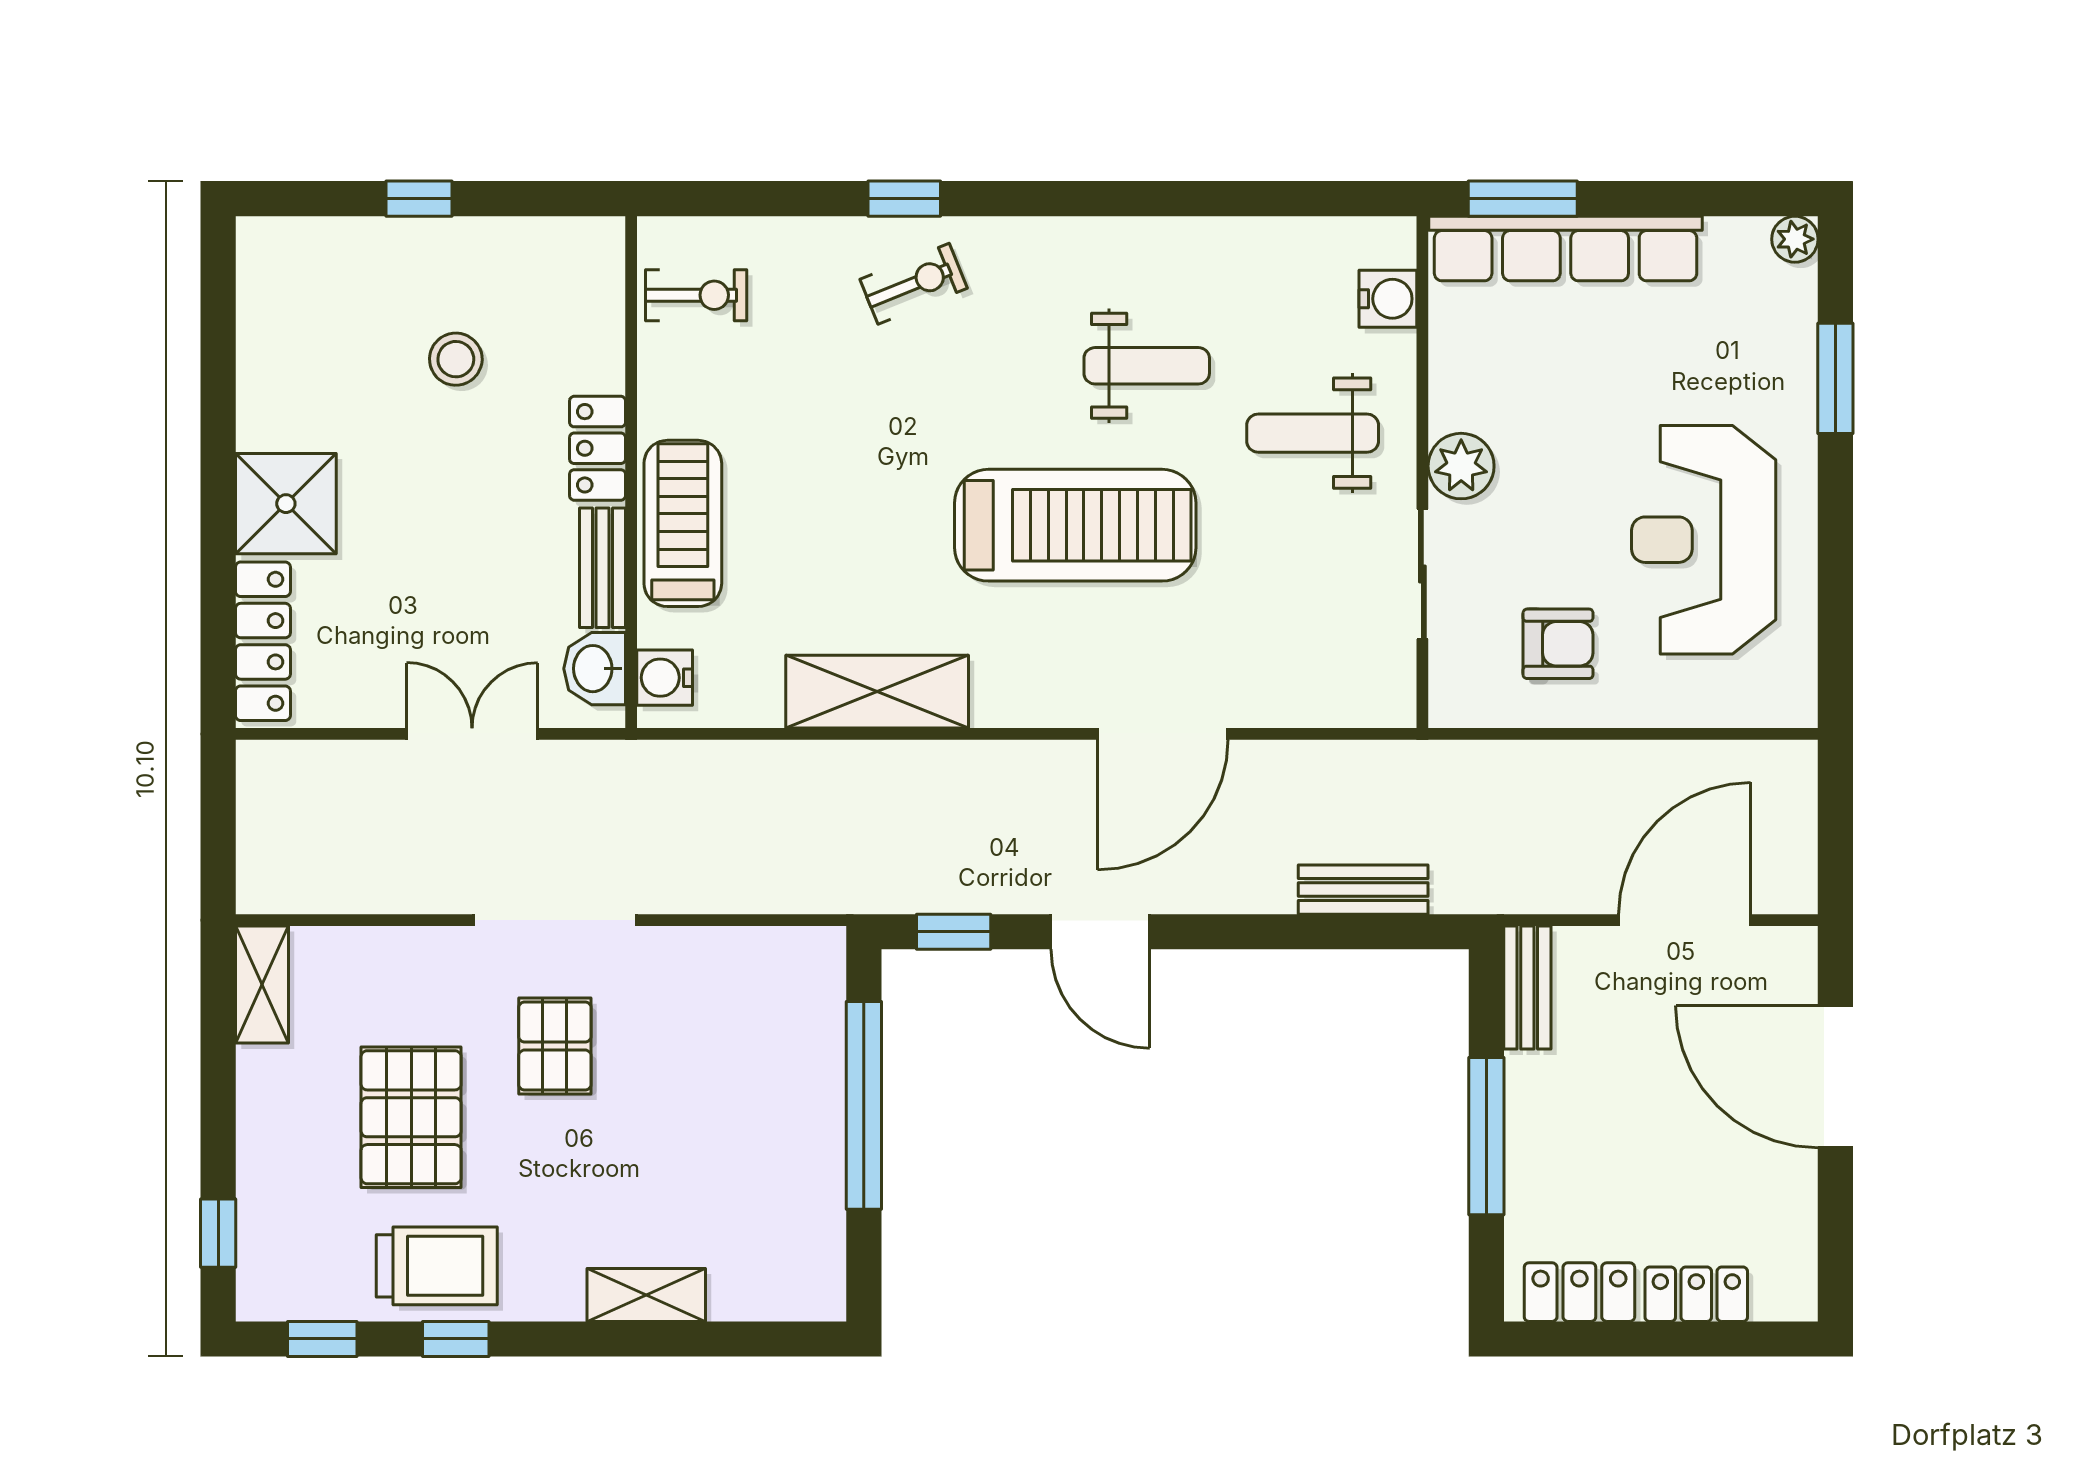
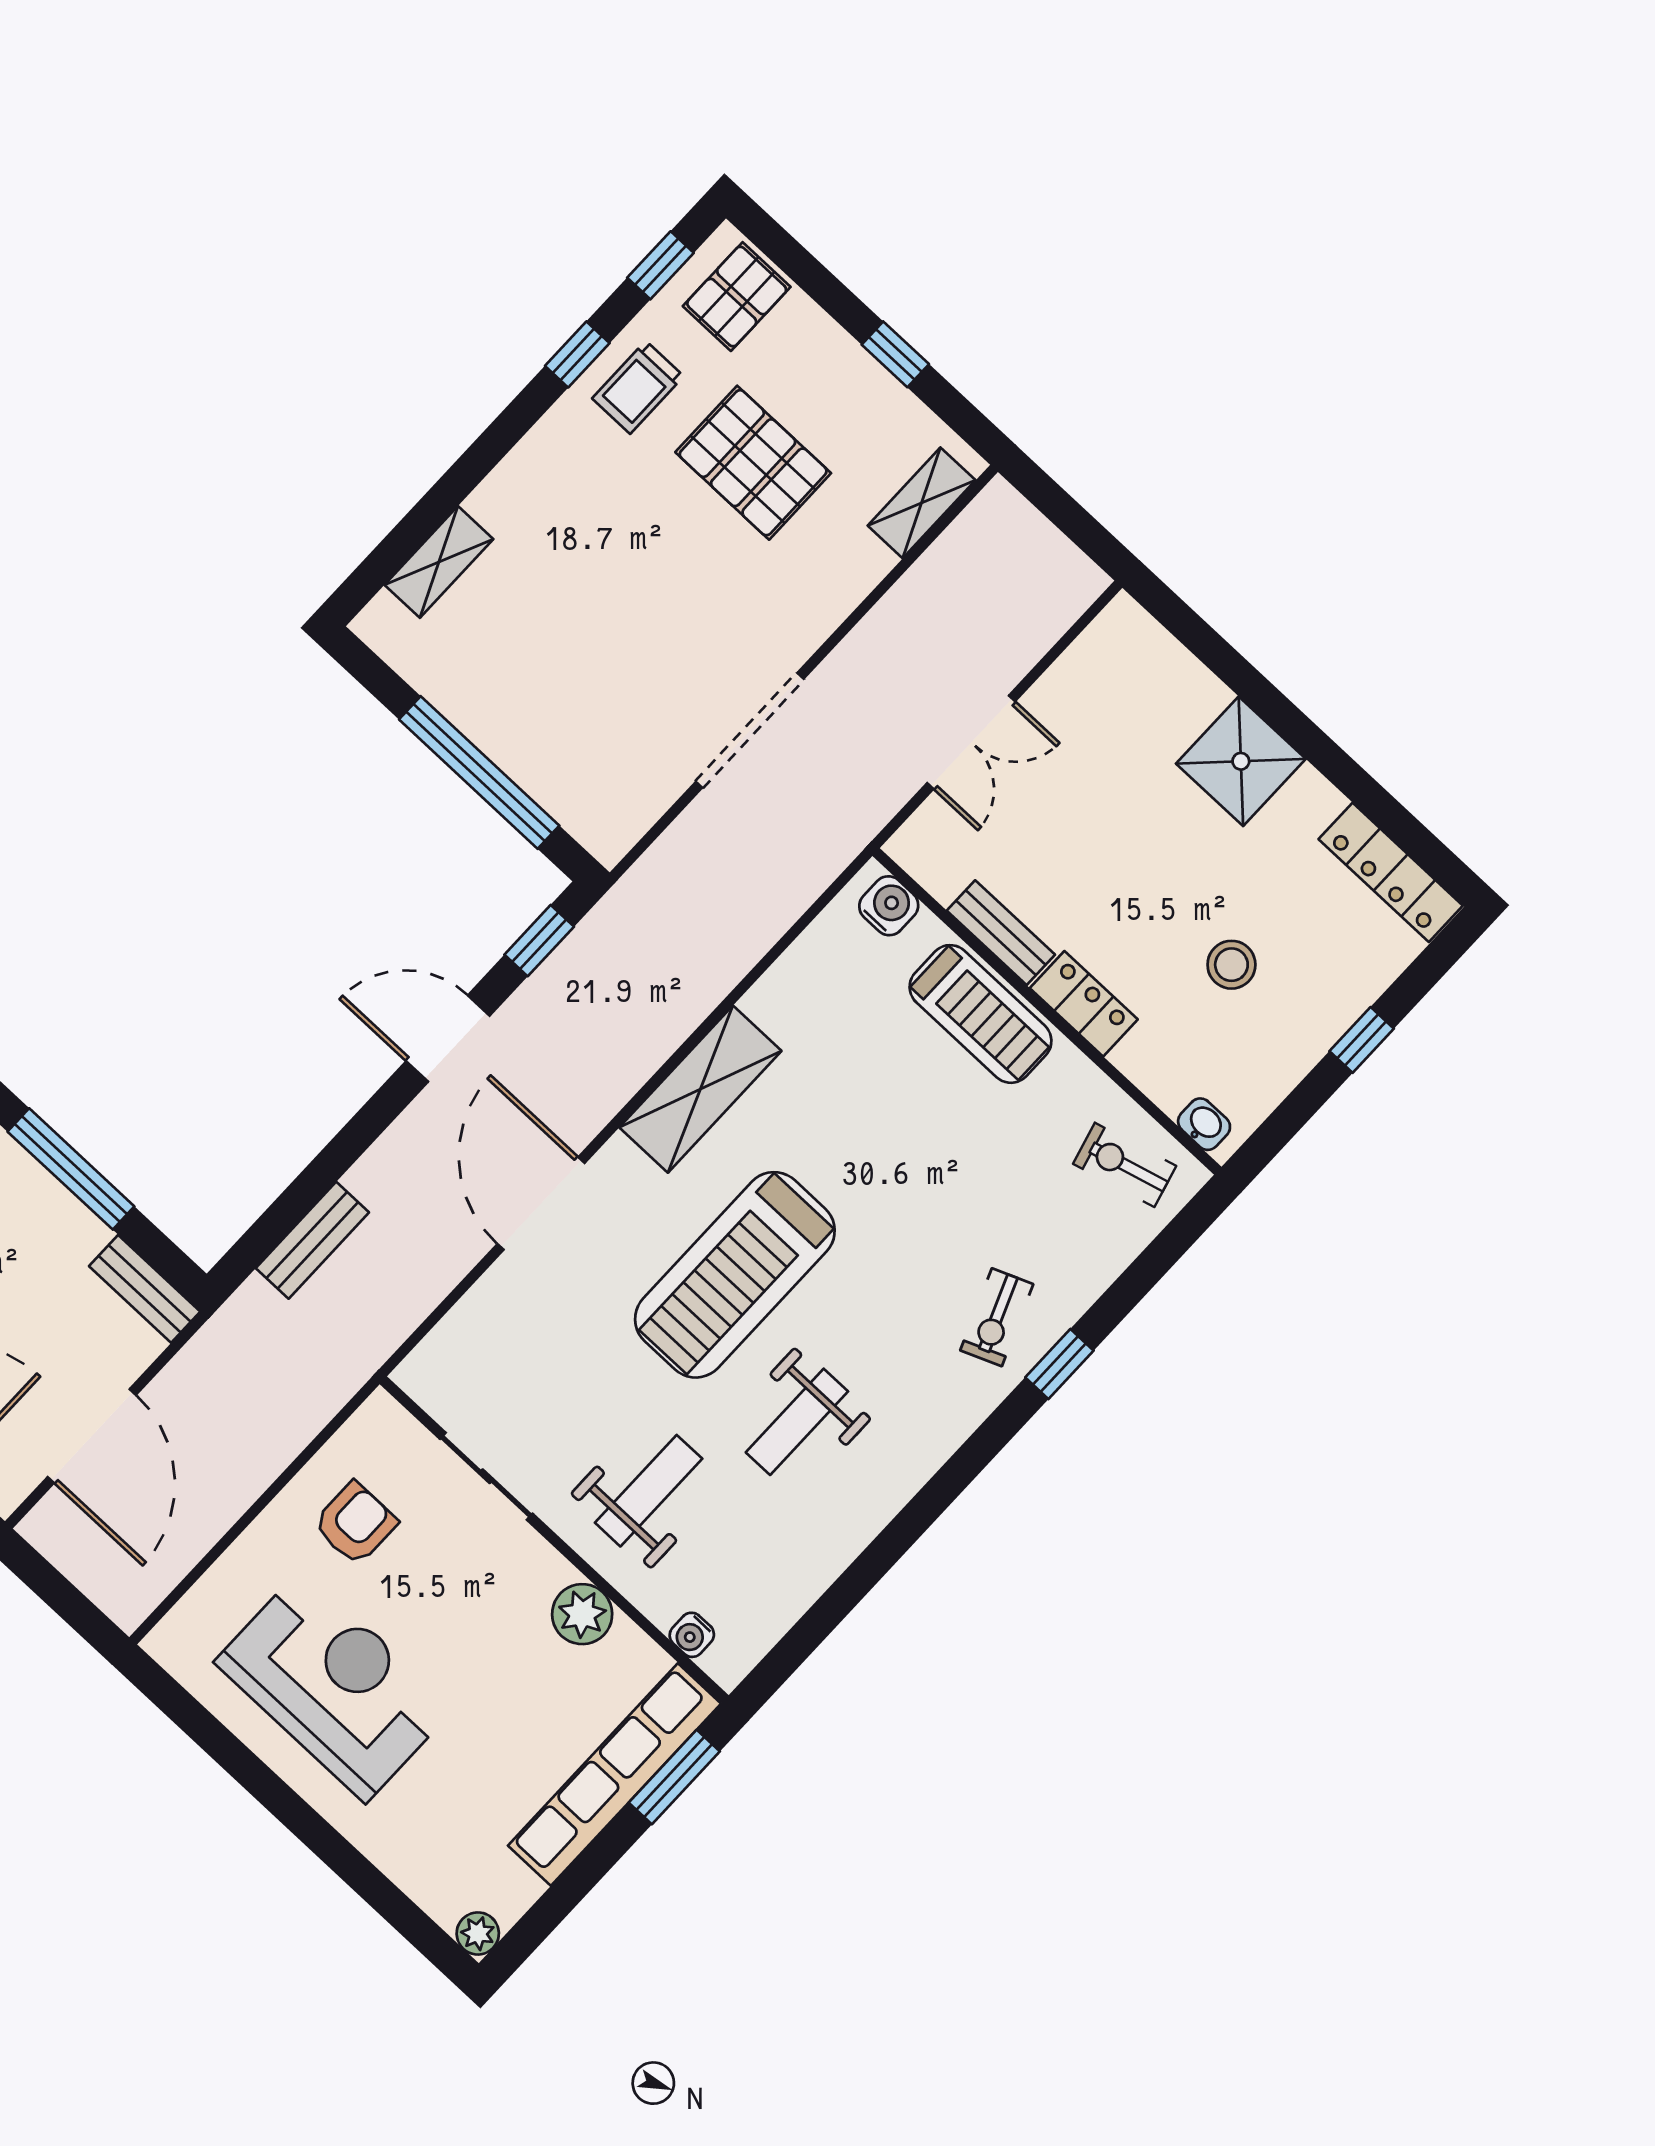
exercise bike: (696, 295) -> (1125, 1165), turned 75
water cooler: (1388, 299) -> (692, 1635), width x0.72, depth x0.72
window: (1835, 378) -> (360, 1874), removed
plant: (1461, 466) -> (582, 1614), moved
locker: (263, 641) -> (1391, 872), moved
armchair: (1558, 644) -> (355, 1523), turned 180
washbasin: (595, 669) -> (1204, 1124), moved, width x0.72, depth x0.69
shelving: (877, 692) -> (700, 1089), moved
doorway: (555, 920) -> (750, 730), moved
shelving: (262, 985) -> (922, 503), moved, turned 90
pallet: (555, 1046) -> (737, 297), moved, turned 90
window: (218, 1233) -> (895, 354), moved
trolley: (437, 1266) -> (638, 387), width x0.73, depth x0.72
shelving: (646, 1295) -> (439, 562), moved

